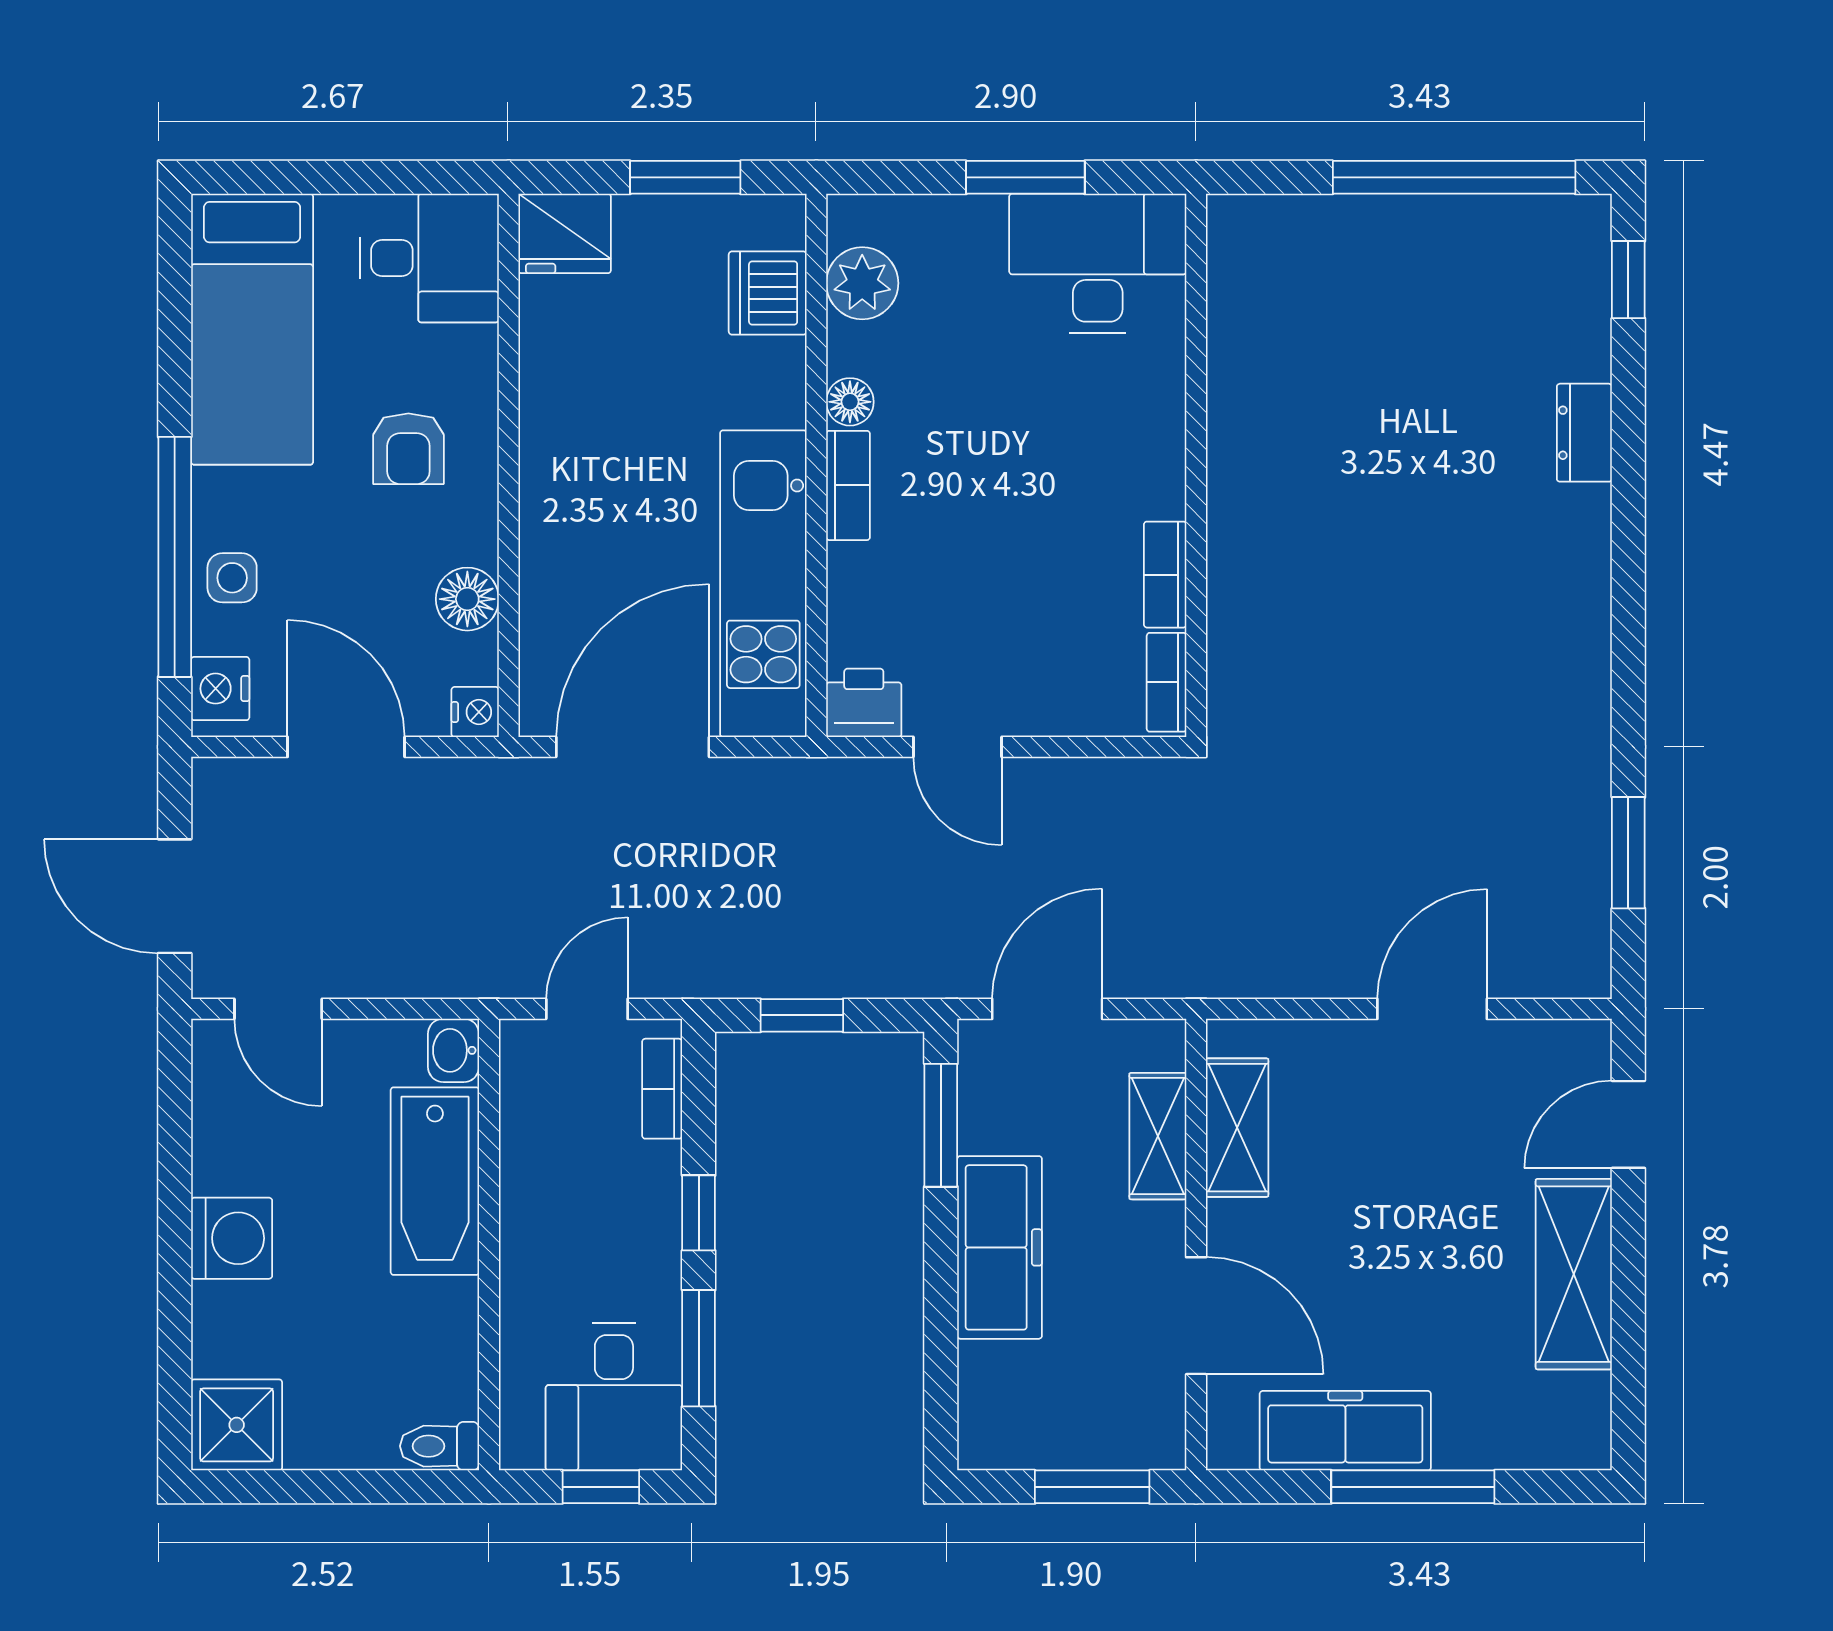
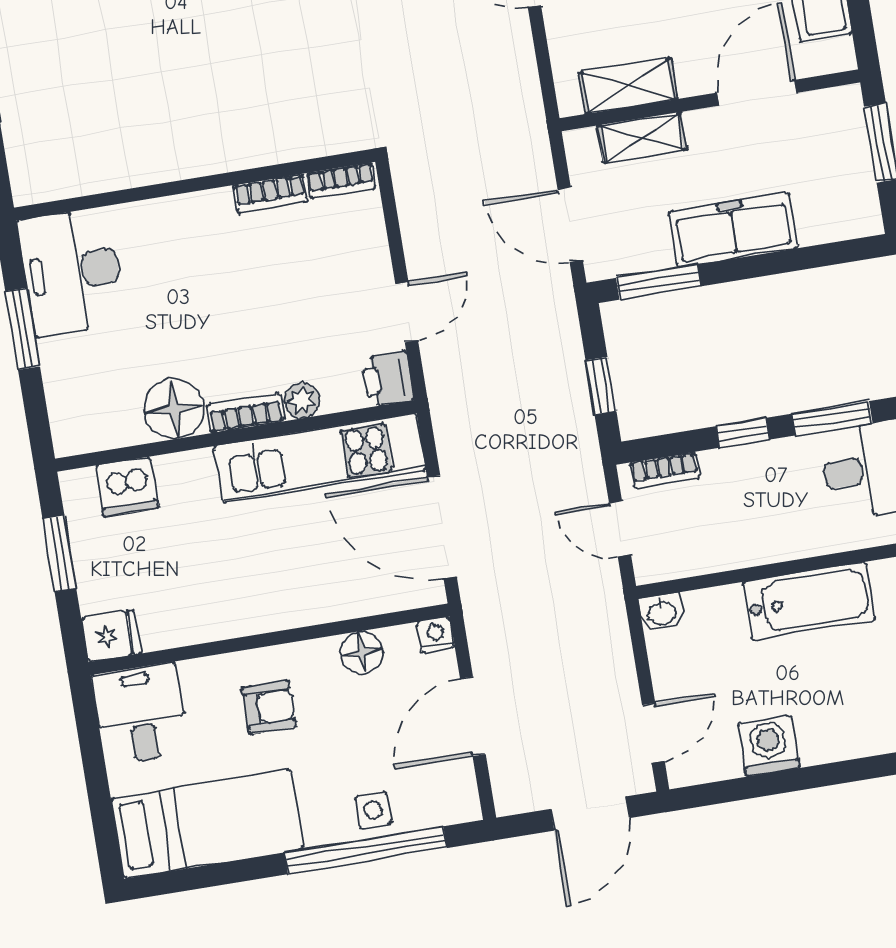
fridge: (565, 233) -> (111, 636), width x0.72
plant: (862, 283) -> (302, 401), moved, width x0.73, depth x0.73
floor lamp: (850, 402) -> (174, 409), width x1.89, depth x1.89
nightstand: (220, 689) -> (448, 806), removed
bathtub: (435, 1181) -> (809, 601), moved
washing machine: (232, 1238) -> (769, 746), moved

